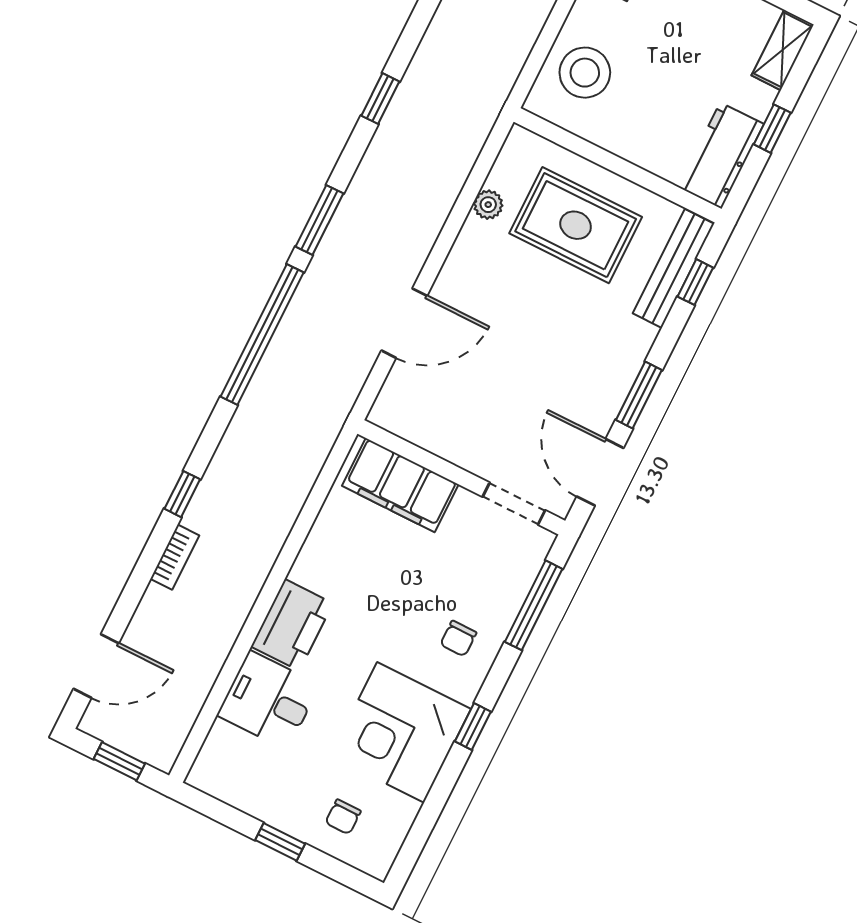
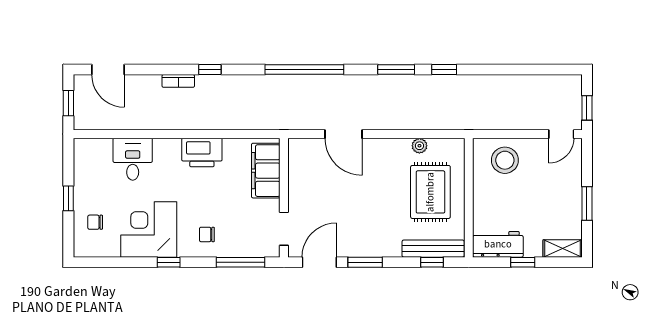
window: (319, 220) -> (396, 69), moved
printer: (292, 625) -> (202, 152), moved

